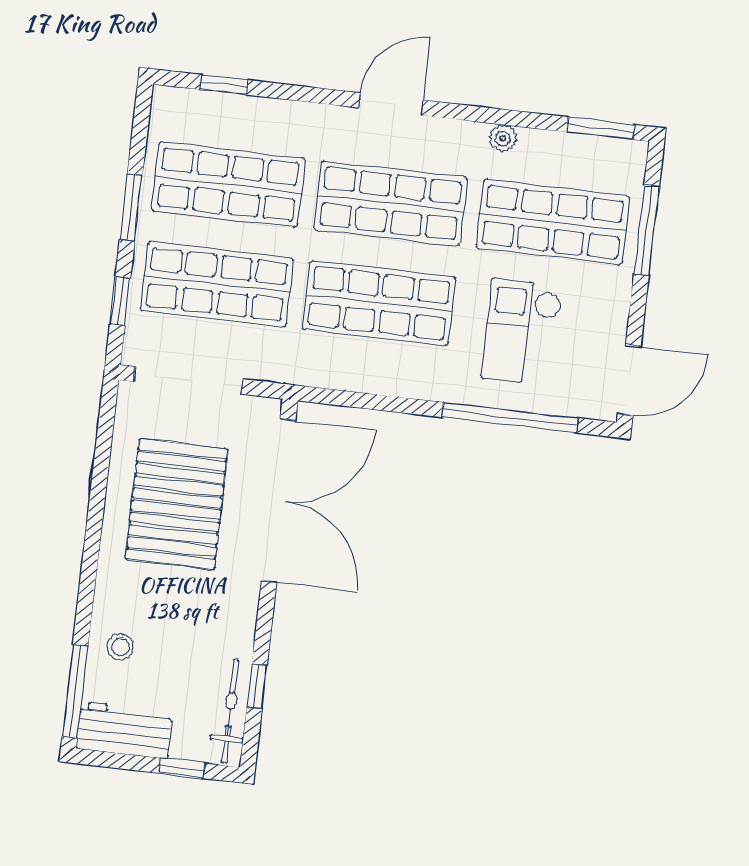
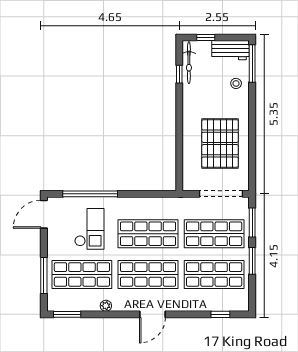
window: (120, 301) -> (252, 222), width x1.50
double door: (278, 501) -> (179, 150), removed

